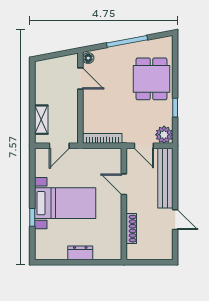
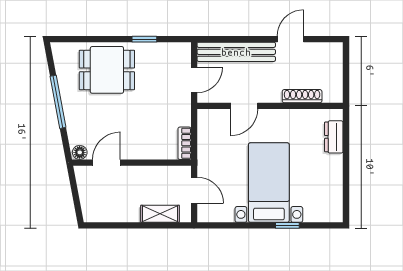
plant: (164, 135) -> (180, 53), removed
bookcase: (102, 138) -> (185, 143), width x0.64
dresser: (80, 253) -> (334, 137), moved

